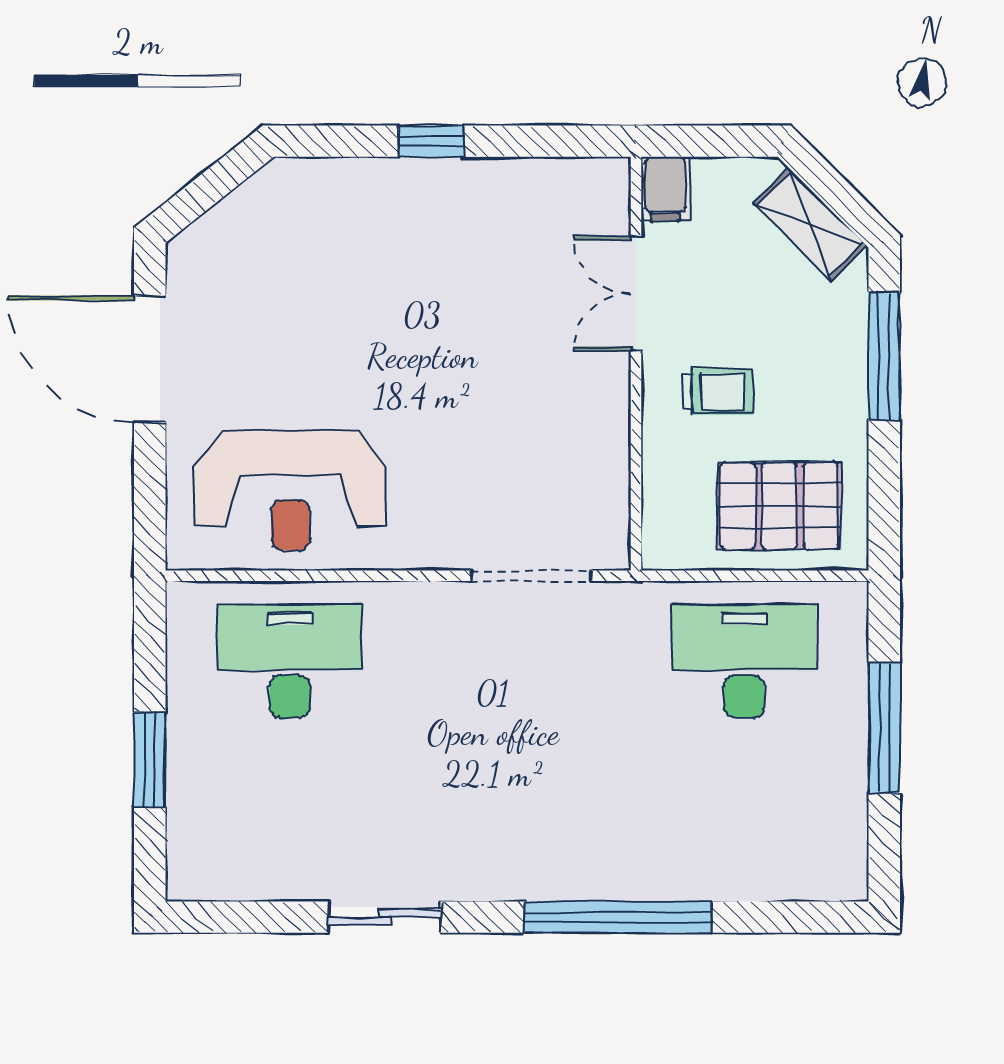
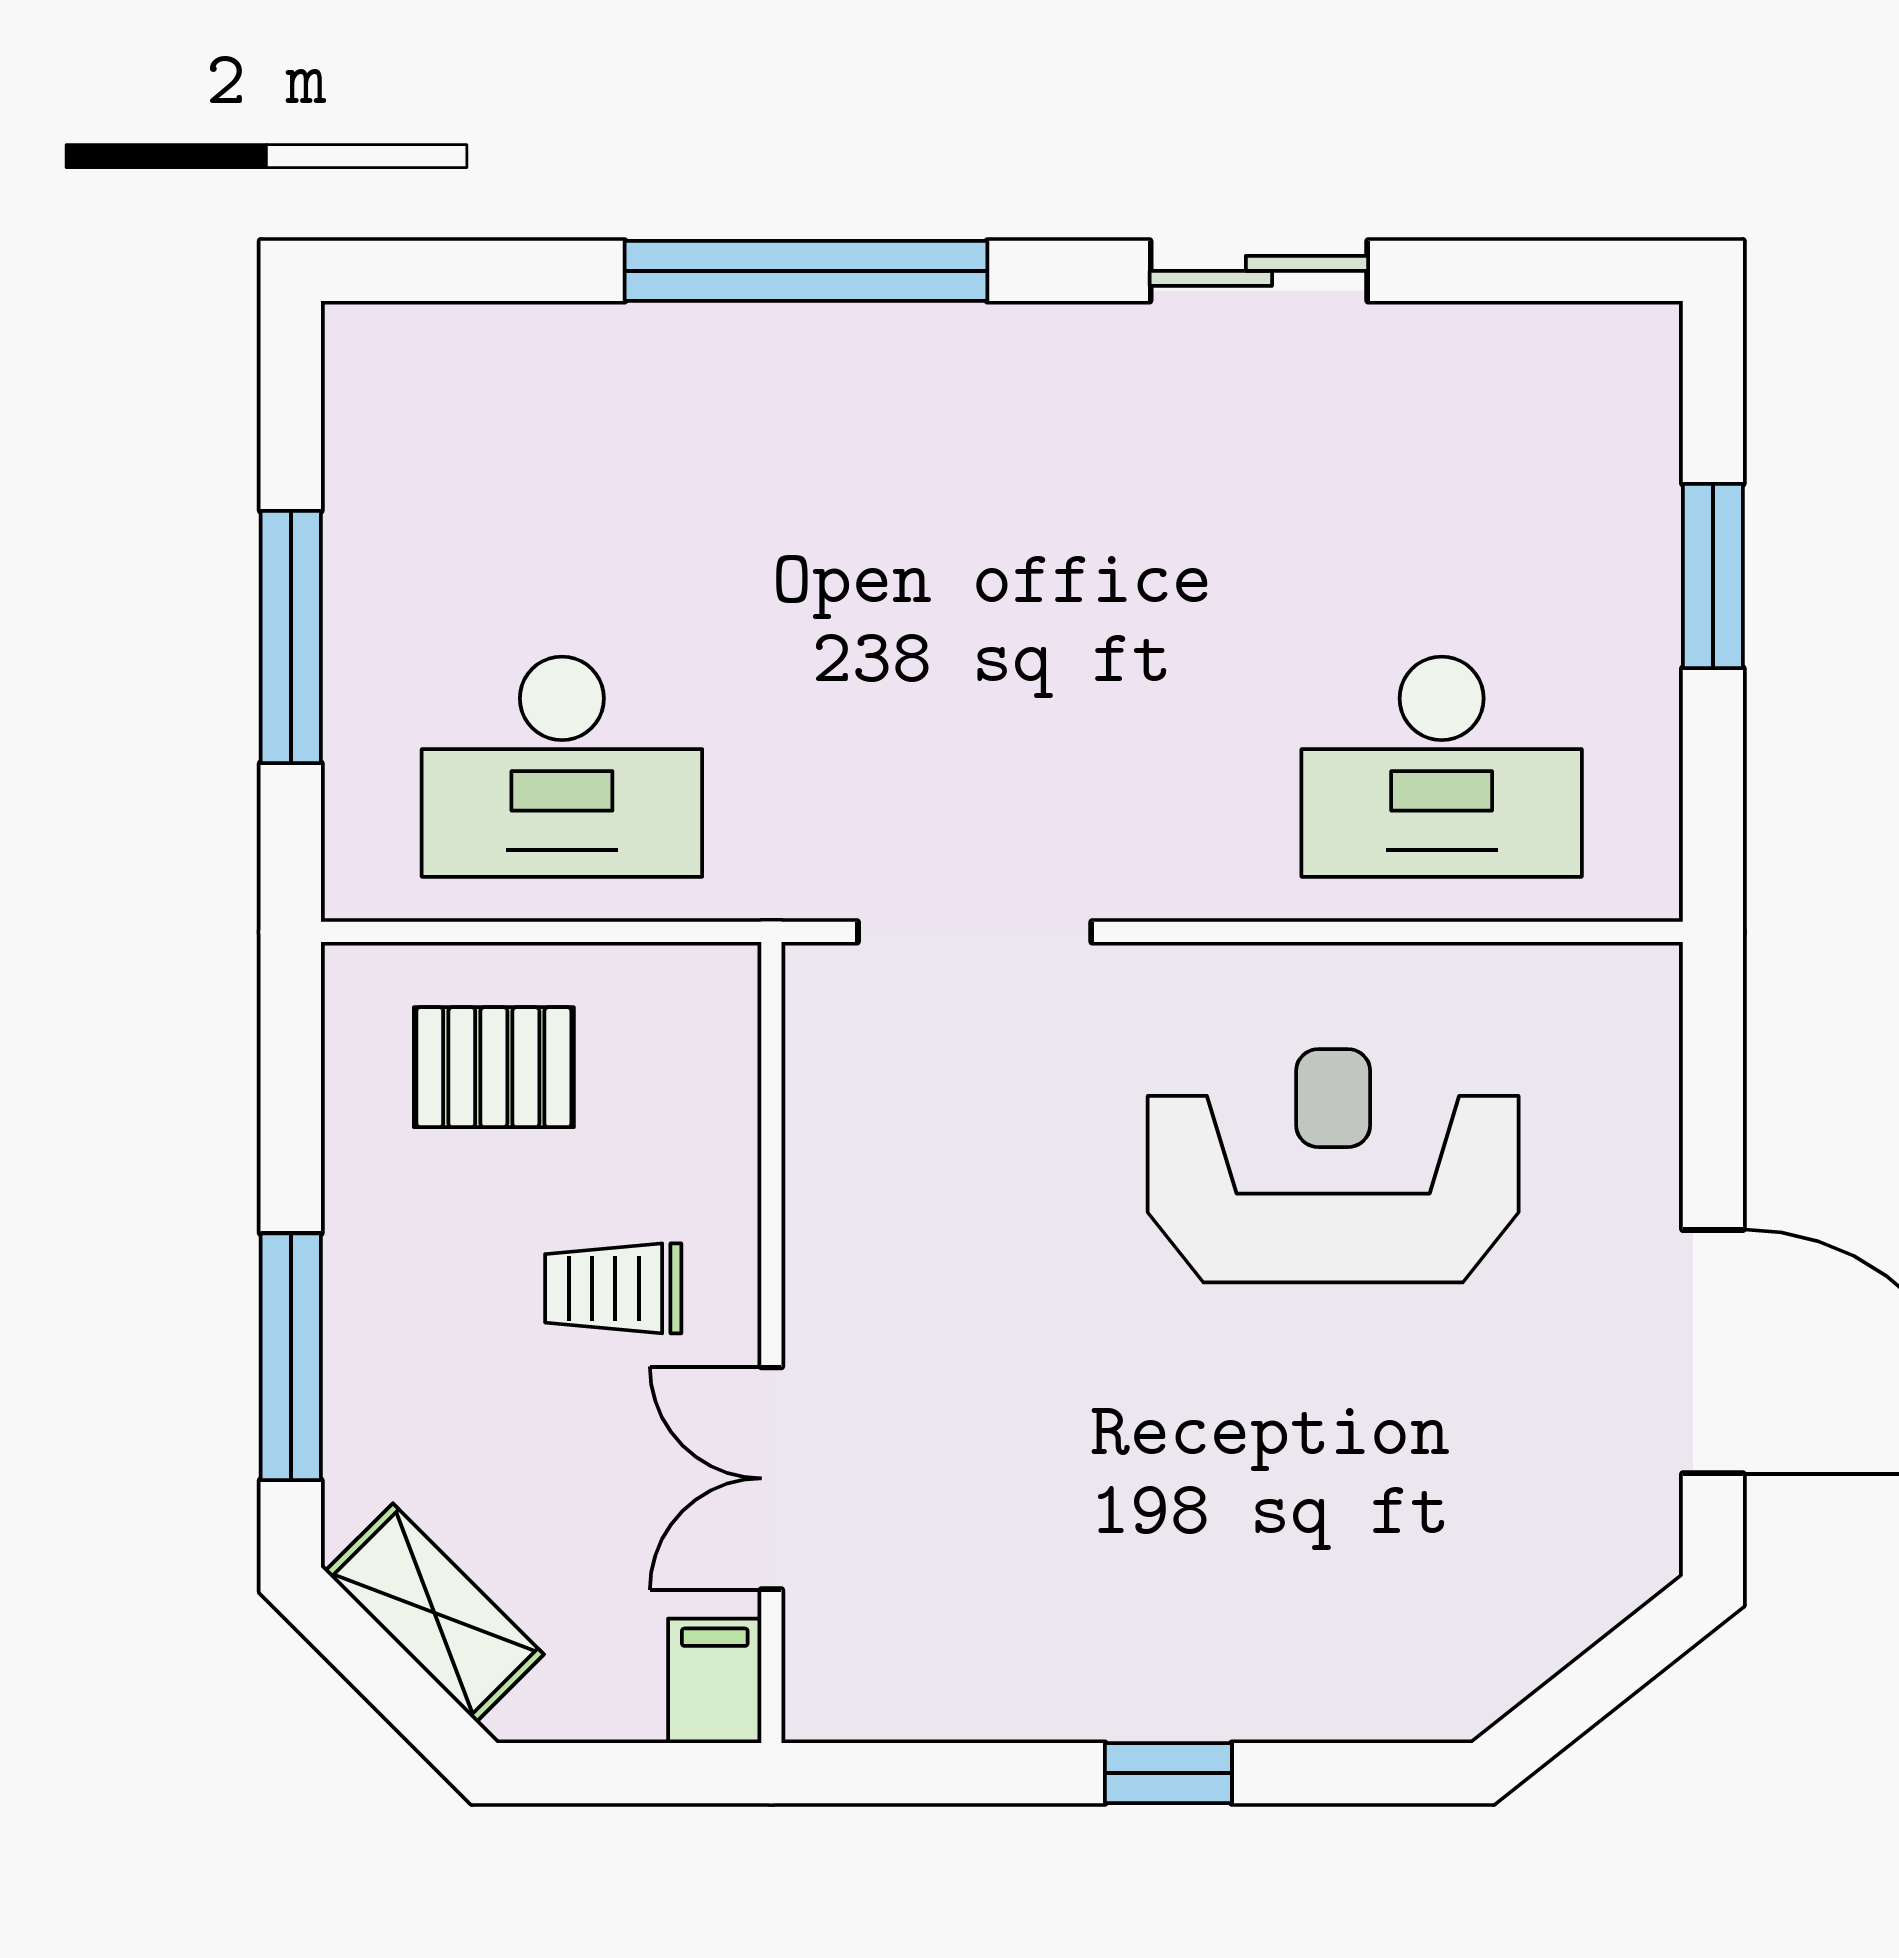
double door: (636, 294) -> (771, 1478), swing flipped
reception desk: (291, 490) -> (1333, 1166), moved
pallet: (779, 506) -> (494, 1067), width x0.67, depth x0.71

